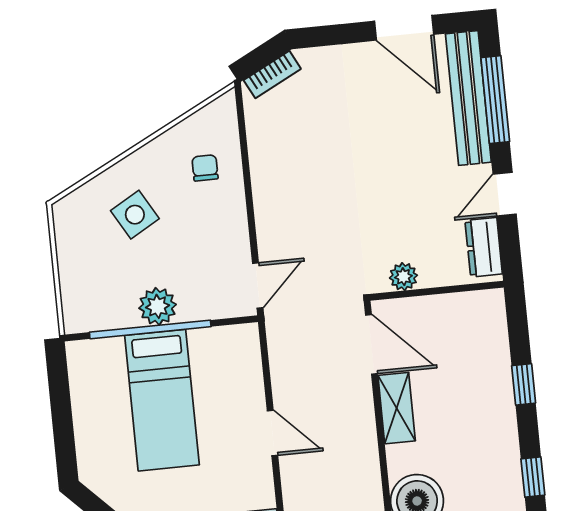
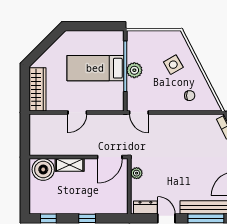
shelving: (397, 408) -> (70, 165), moved

